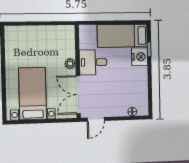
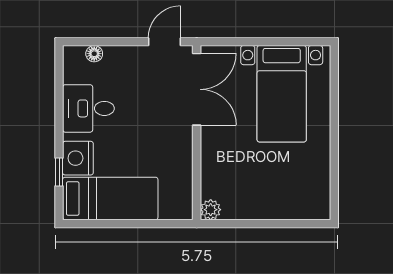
desk: (93, 62) -> (88, 108), moved, turned 180
plant: (70, 64) -> (211, 210), moved

